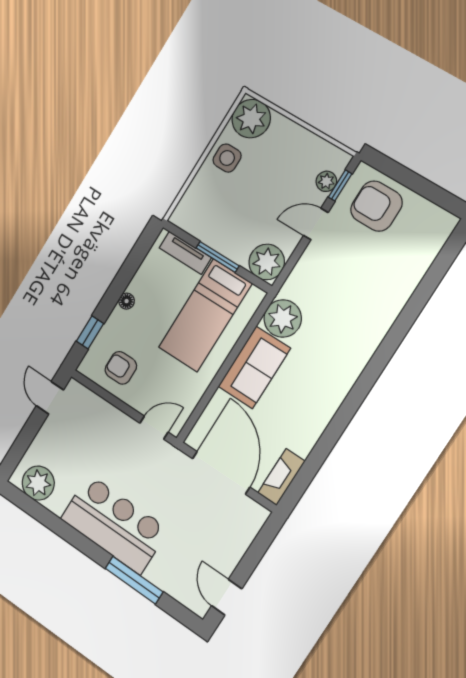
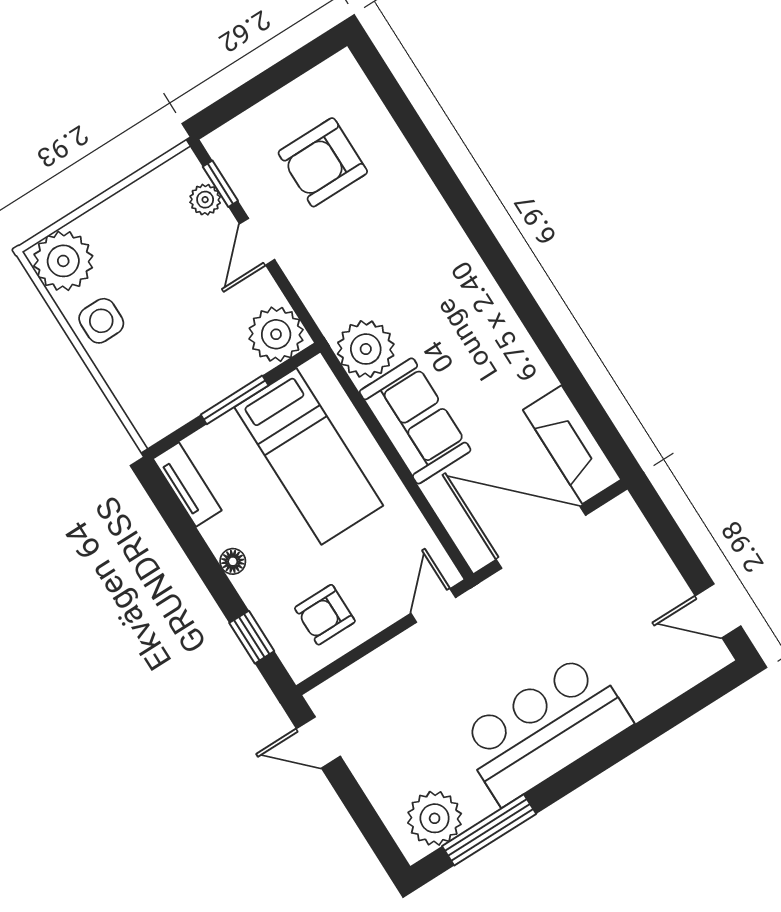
armchair: (376, 206) -> (323, 162), moved
tv unit: (185, 253) -> (187, 484), moved, turned -90
fireplace: (281, 477) -> (572, 445), width x1.37, depth x1.32
window: (134, 580) -> (489, 830), moved

